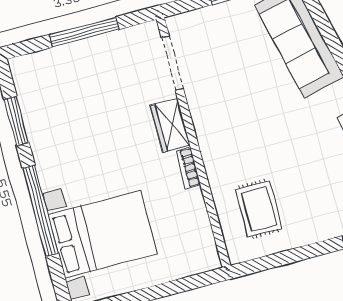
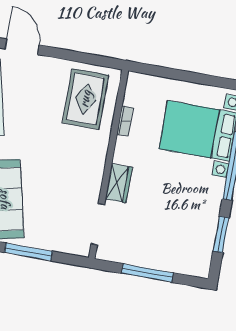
bookcase: (188, 168) -> (125, 121), moved
rug: (259, 209) -> (85, 99), width x1.36, depth x1.43

